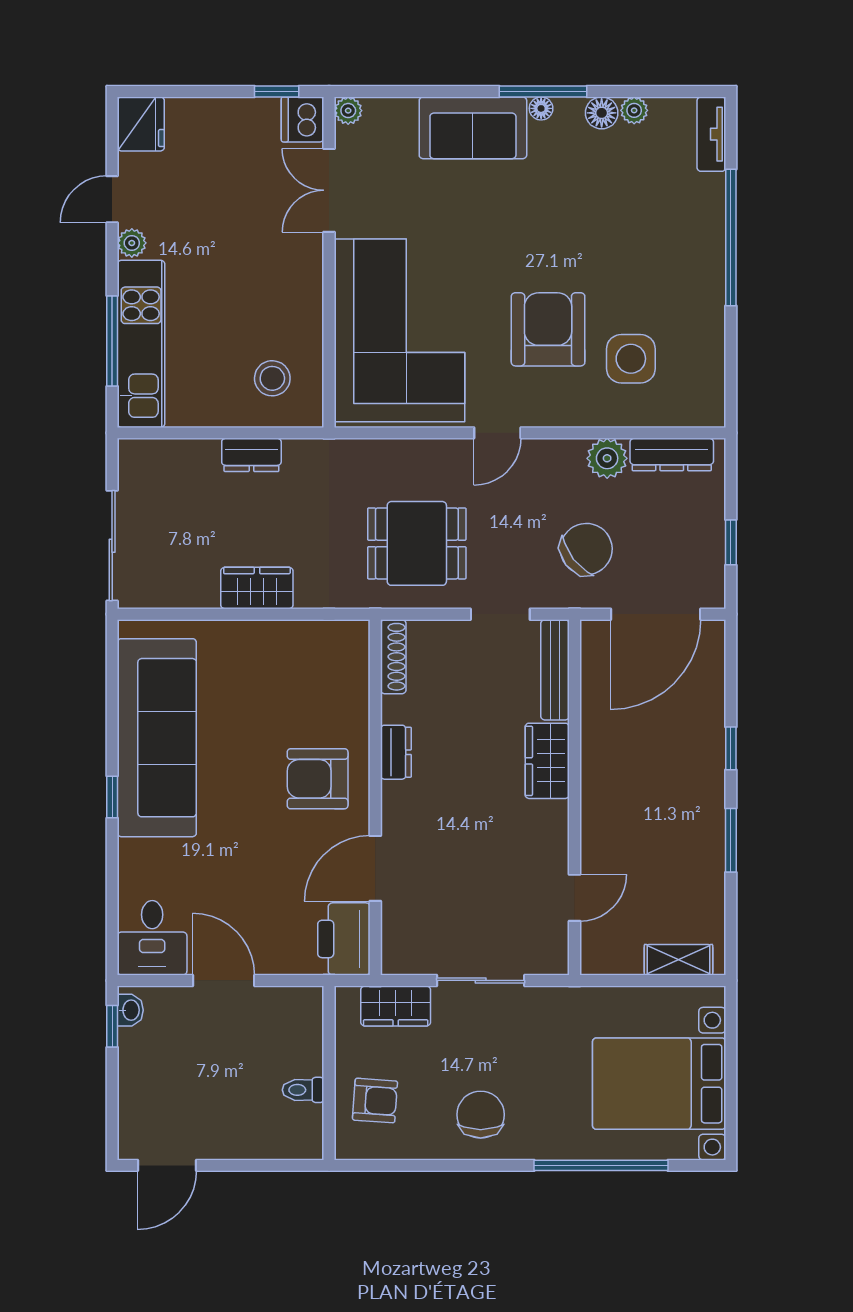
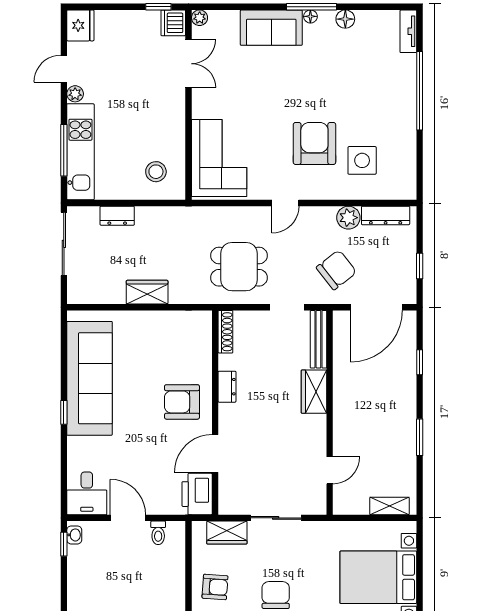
plant: (634, 110) -> (364, 18), removed
double door: (329, 190) -> (189, 64), swing flipped
corner sofa: (400, 330) -> (219, 158), width x0.73, depth x0.74
dresser: (251, 455) -> (117, 216), moved
sliding door: (112, 546) -> (64, 244), moved
window: (731, 748) -> (420, 362), moved
toilet: (303, 1090) -> (158, 533), moved, turned -90

